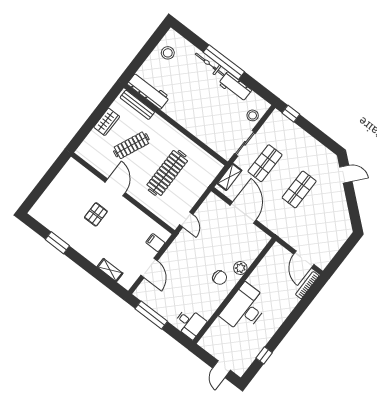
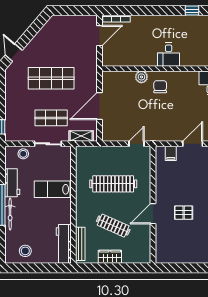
lab bench: (203, 117) -> (52, 189), added
shop shelf: (299, 189) -> (51, 78), width x1.43, depth x1.36
desk: (245, 308) -> (169, 55), width x0.53, depth x0.77

